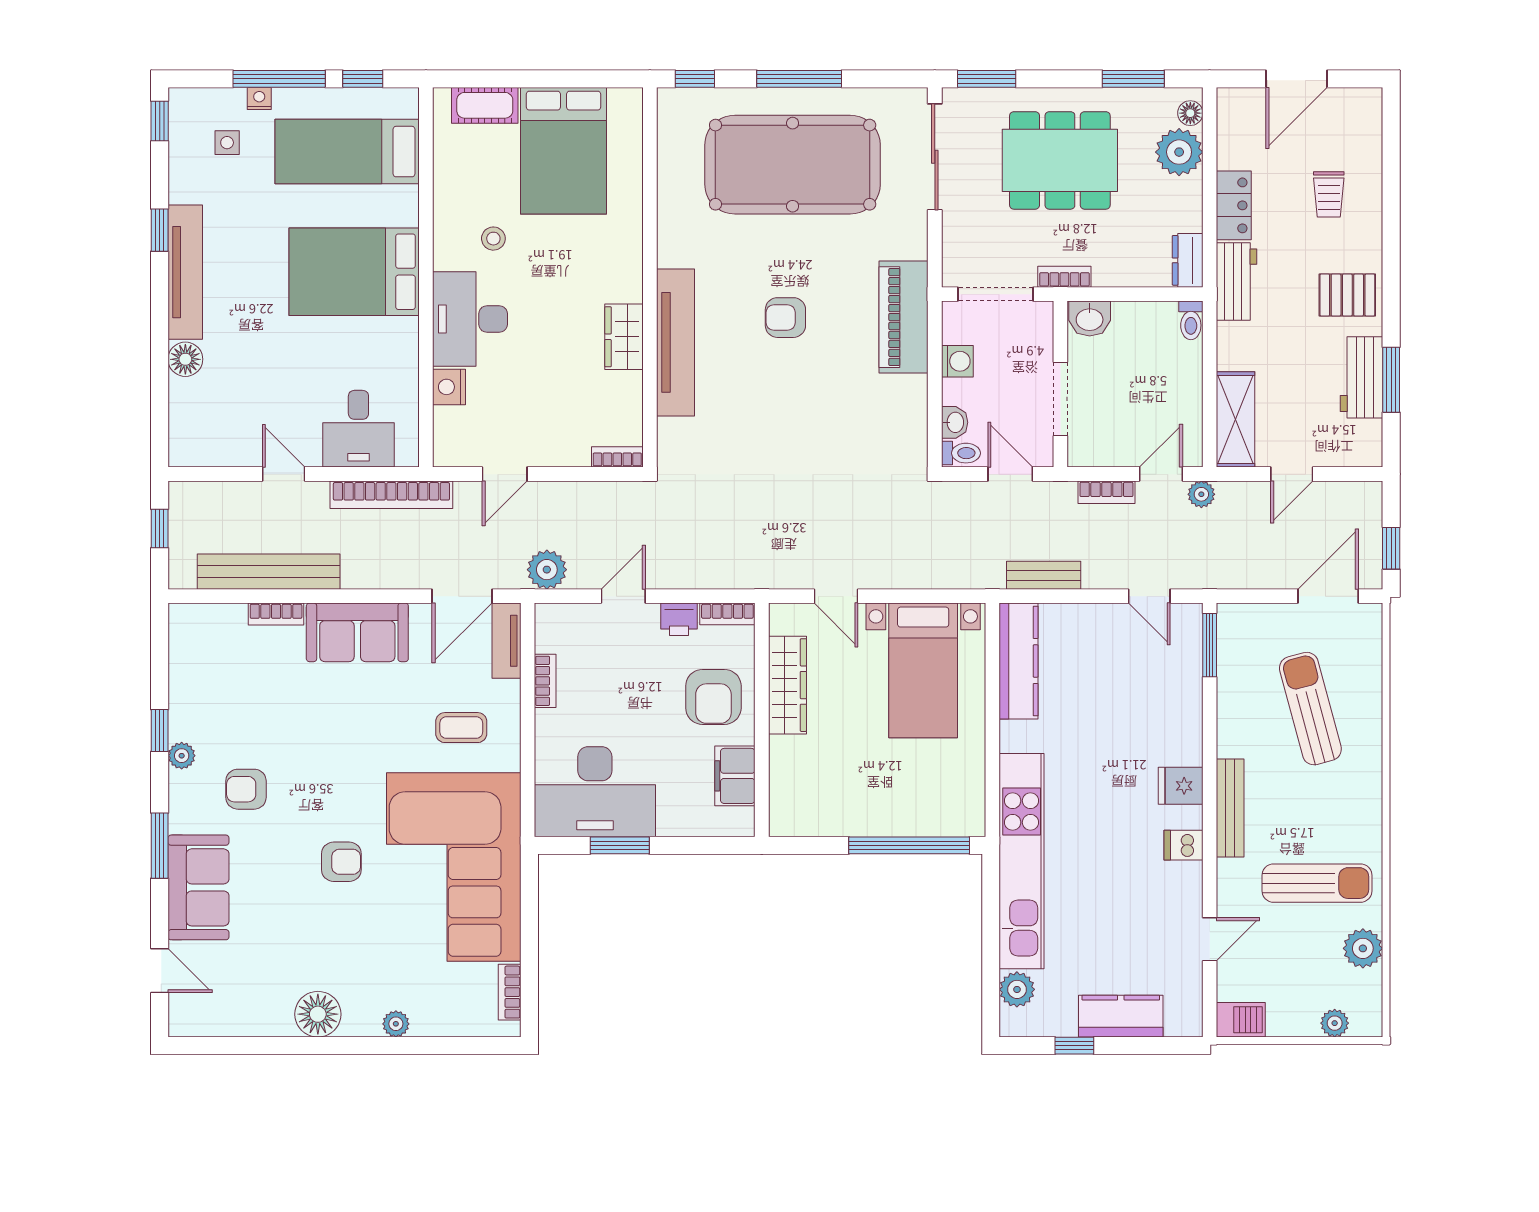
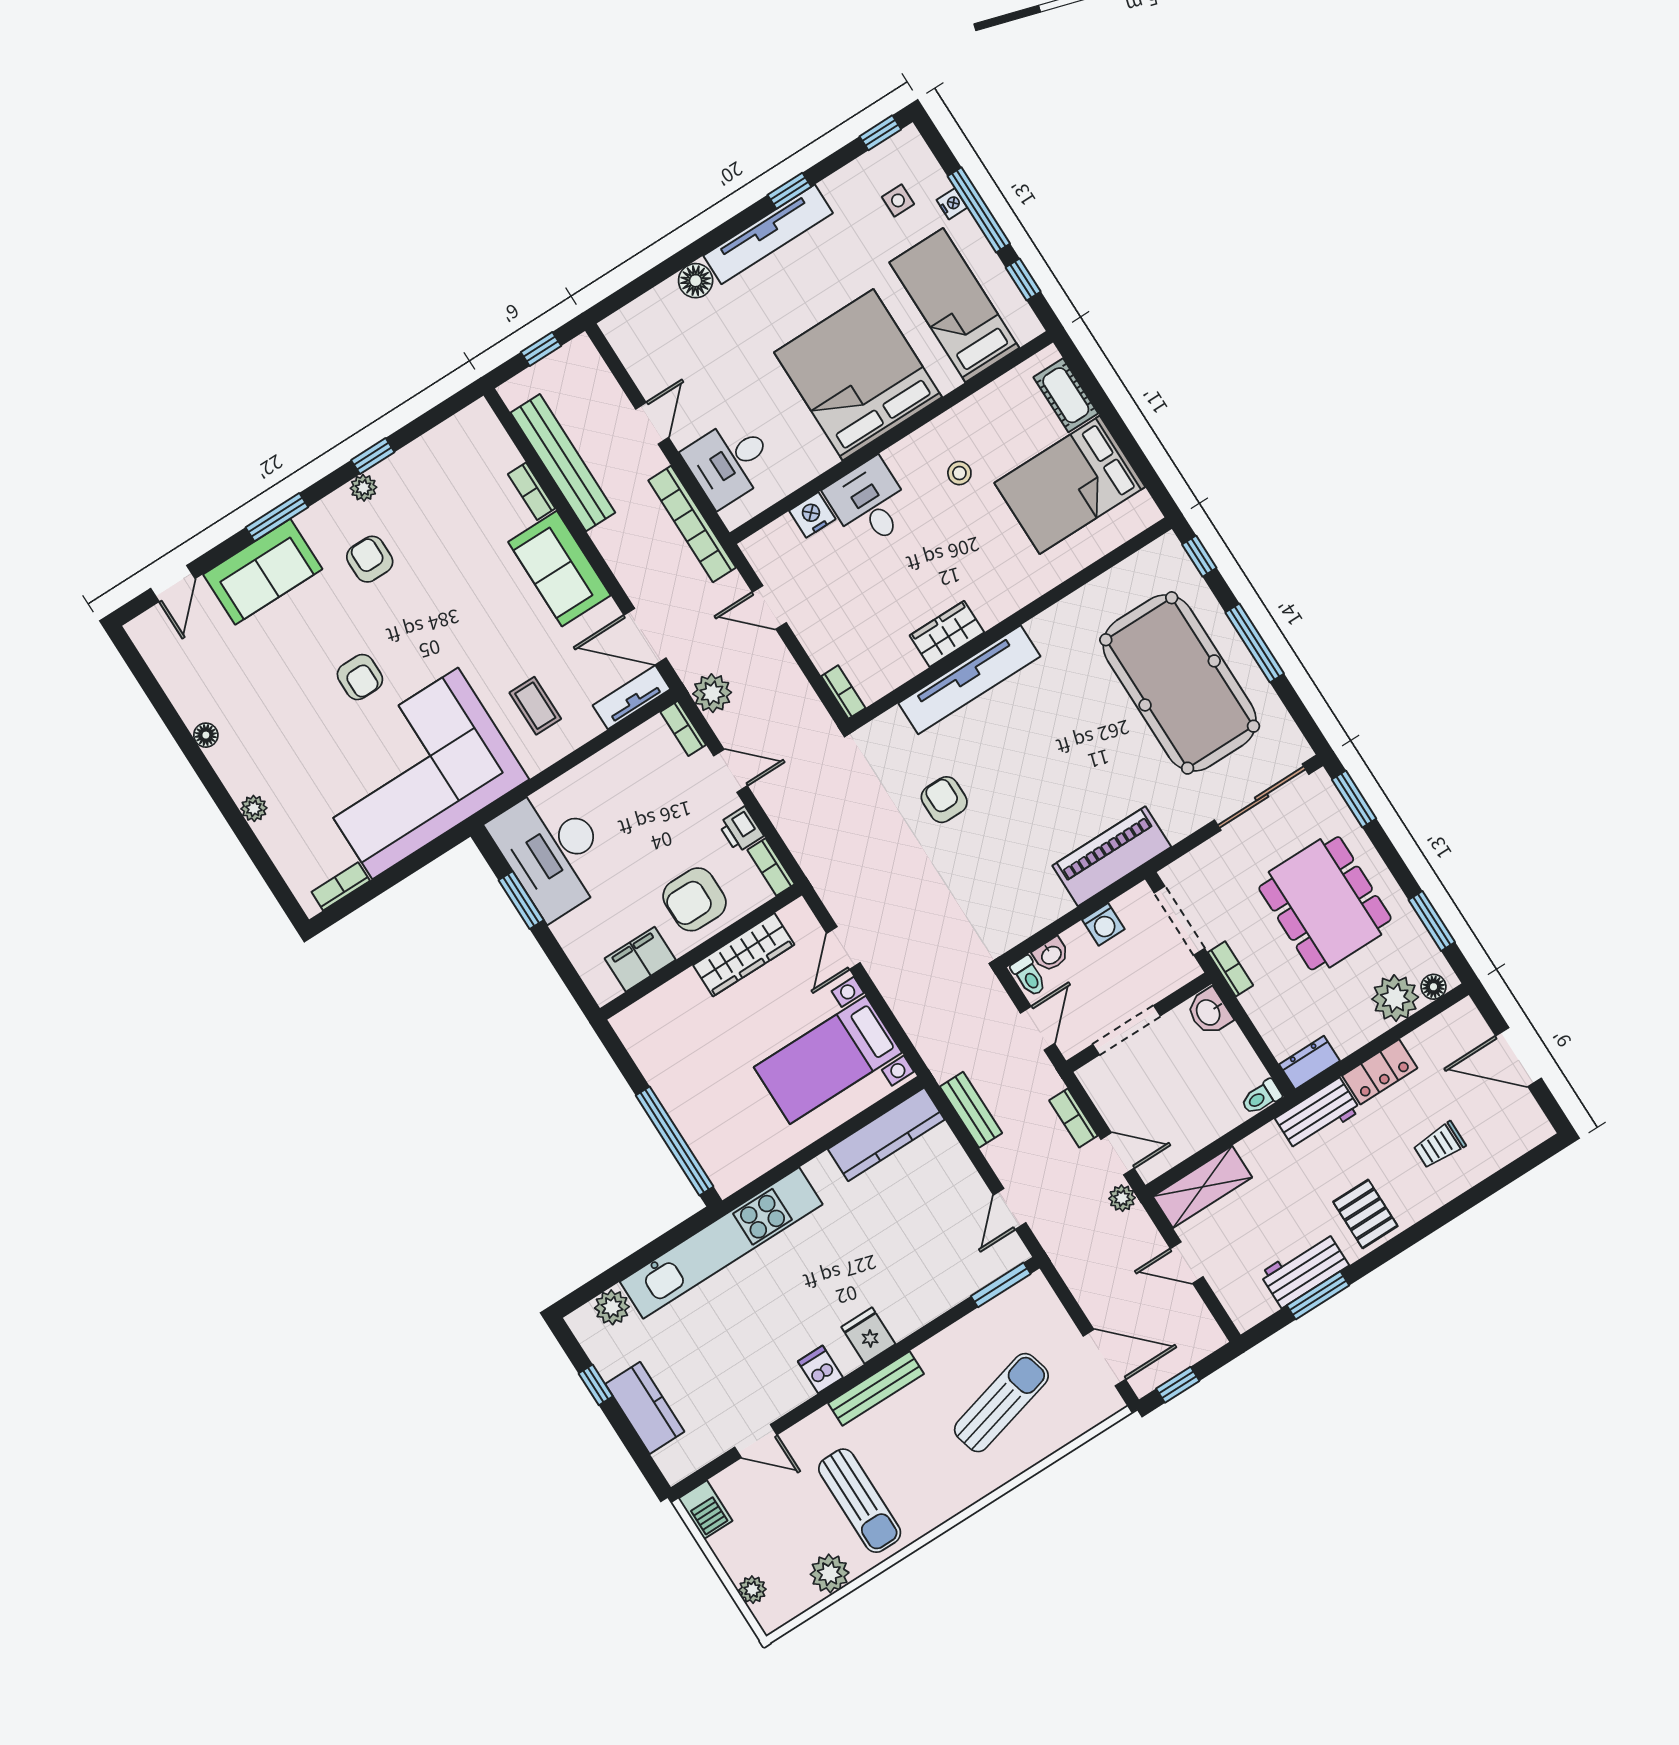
bed: (354, 272) -> (858, 375), width x1.36
armchair: (785, 318) -> (944, 800), moved
desk: (470, 319) -> (869, 503), width x0.73
bookcase: (545, 681) -> (683, 728), moved, turned 90
floor lamp: (318, 1014) -> (206, 735), width x0.53, depth x0.53

